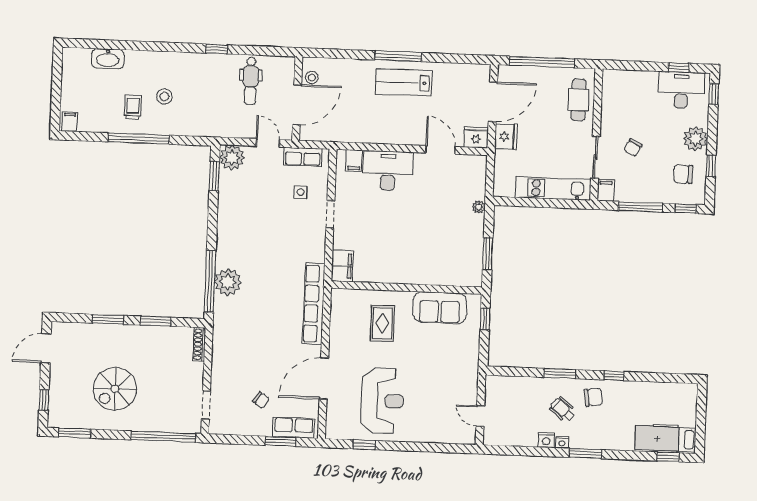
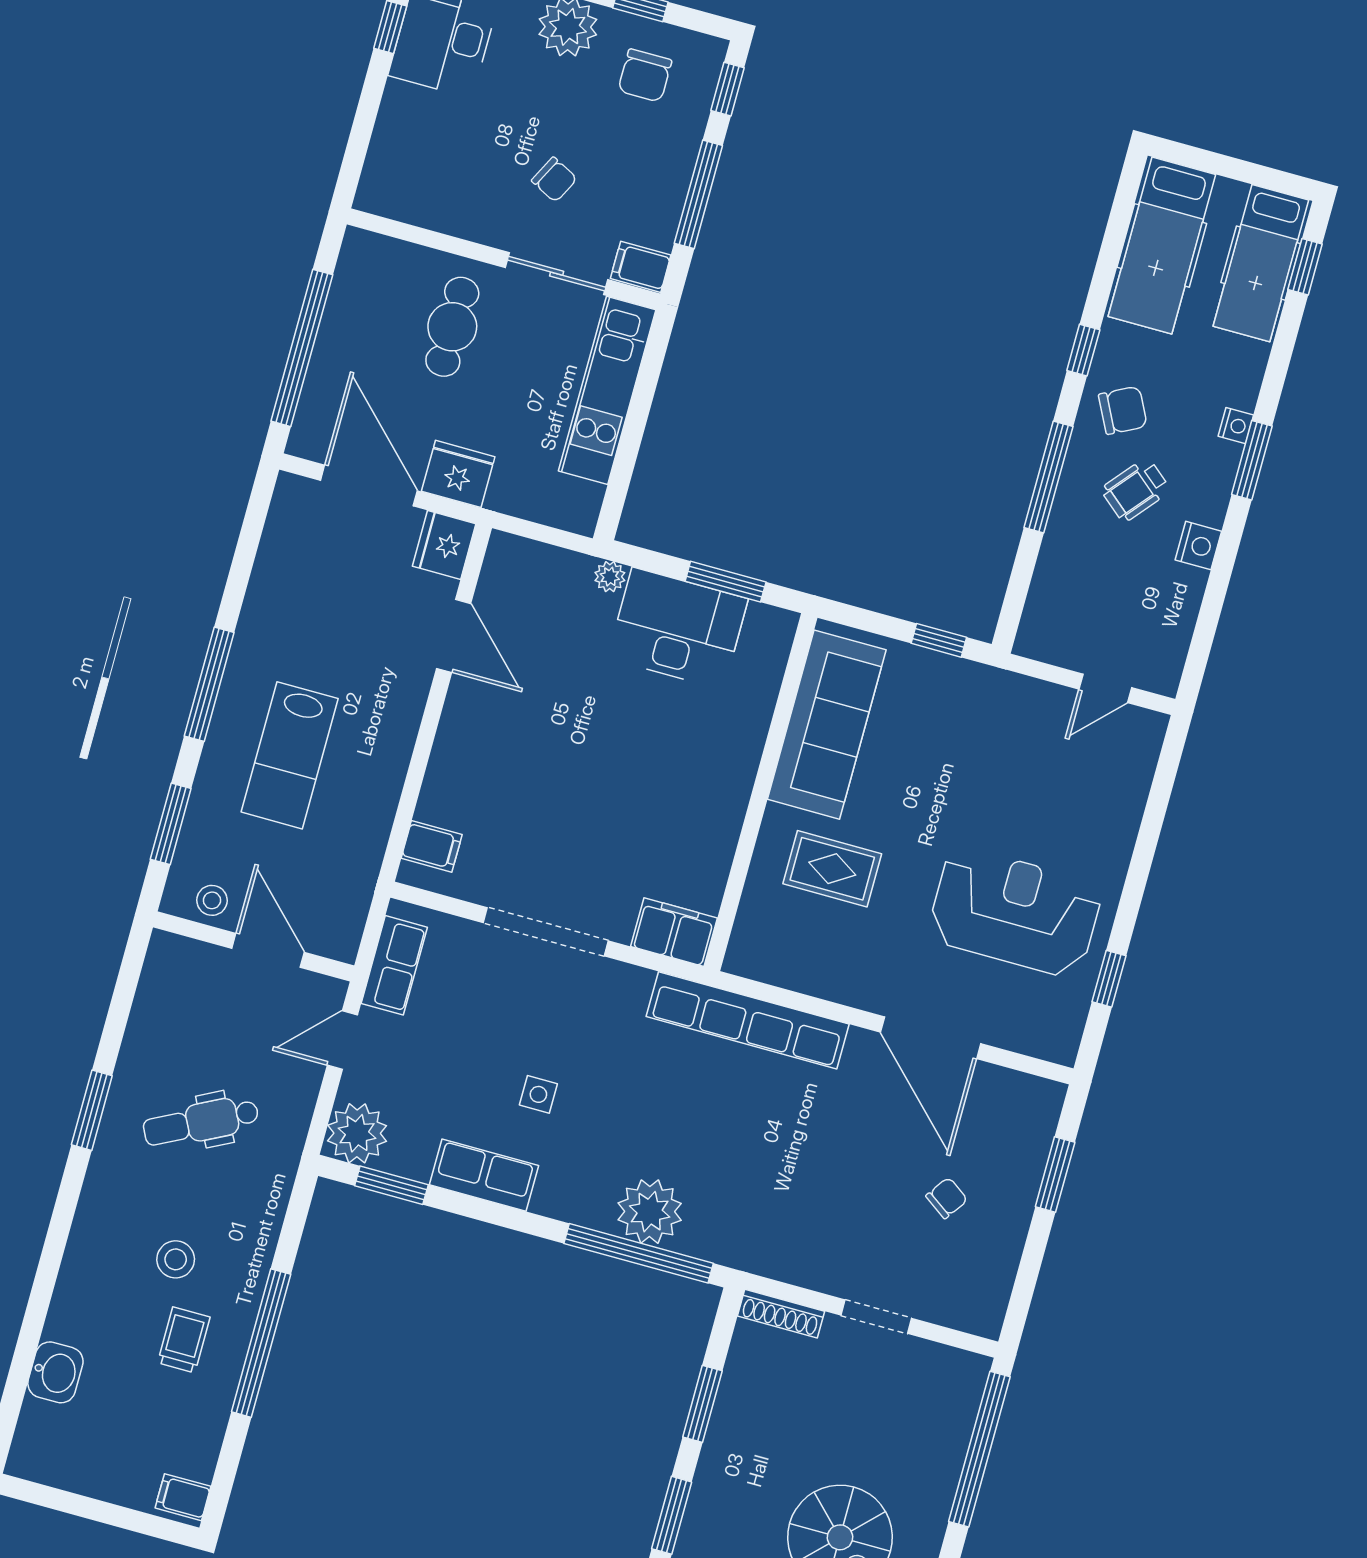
window: (216, 49) -> (92, 1110), width x1.50
window: (339, 54) -> (171, 824), added
washbasin: (108, 59) -> (55, 1372), width x0.72
dental chair: (251, 81) -> (201, 1122), moved, turned 153
lab bench: (404, 82) -> (290, 755), moved
cafe table: (579, 100) -> (452, 327), moved, turned 90
door: (297, 105) -> (268, 950), width x0.73
trolley: (133, 107) -> (184, 1340), turned 90
door: (440, 150) -> (454, 636), swing flipped
desk: (388, 171) -> (678, 628), moved, turned 90
side table: (301, 192) -> (538, 1094), moved
doorway: (330, 214) -> (546, 932), width x1.87
sofa: (440, 308) -> (827, 725), width x1.36
window: (485, 319) -> (939, 640), moved
window: (560, 374) -> (1048, 477), width x1.44
chair: (593, 397) -> (1123, 410), turned 71
hospital bed: (663, 397) -> (1162, 245), added
doorway: (206, 405) -> (876, 1317), moved
row of seats: (294, 428) -> (484, 1175), moved, turned 90
nightstand: (562, 442) -> (1236, 426), moved

